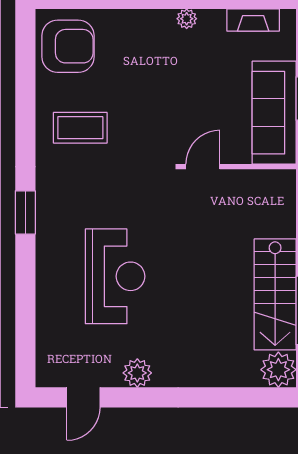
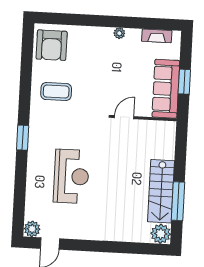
armchair: (68, 46) -> (52, 45), turned 90
plant: (137, 373) -> (32, 229), moved

